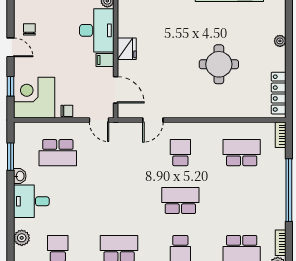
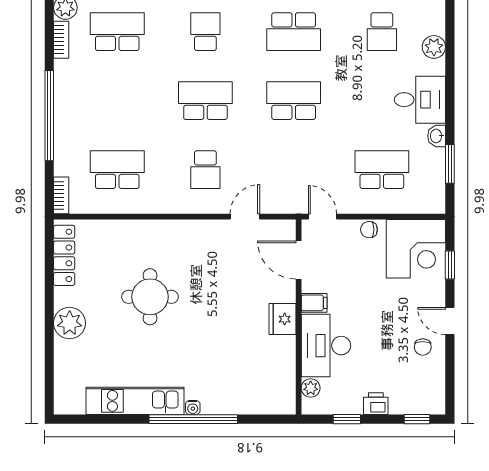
plant: (280, 41) -> (70, 323), width x1.88, depth x1.88
school desk: (242, 153) -> (117, 170), turned 180
school desk: (119, 201) -> (294, 101), added
school desk: (180, 201) -> (205, 101), turned 180

